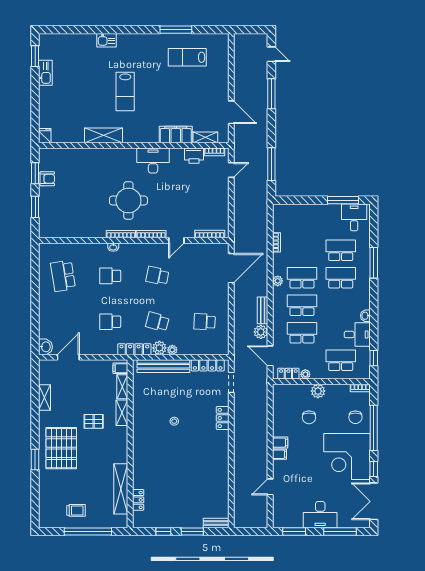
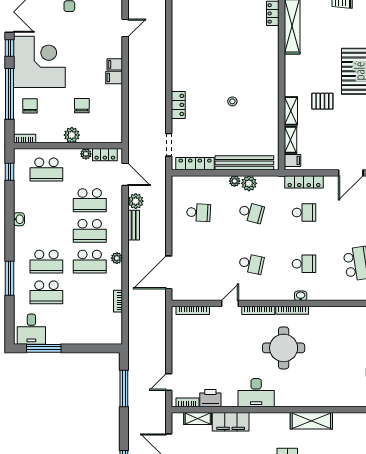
desk: (357, 335) -> (28, 198), removed
locker: (134, 349) -> (304, 182), moved

